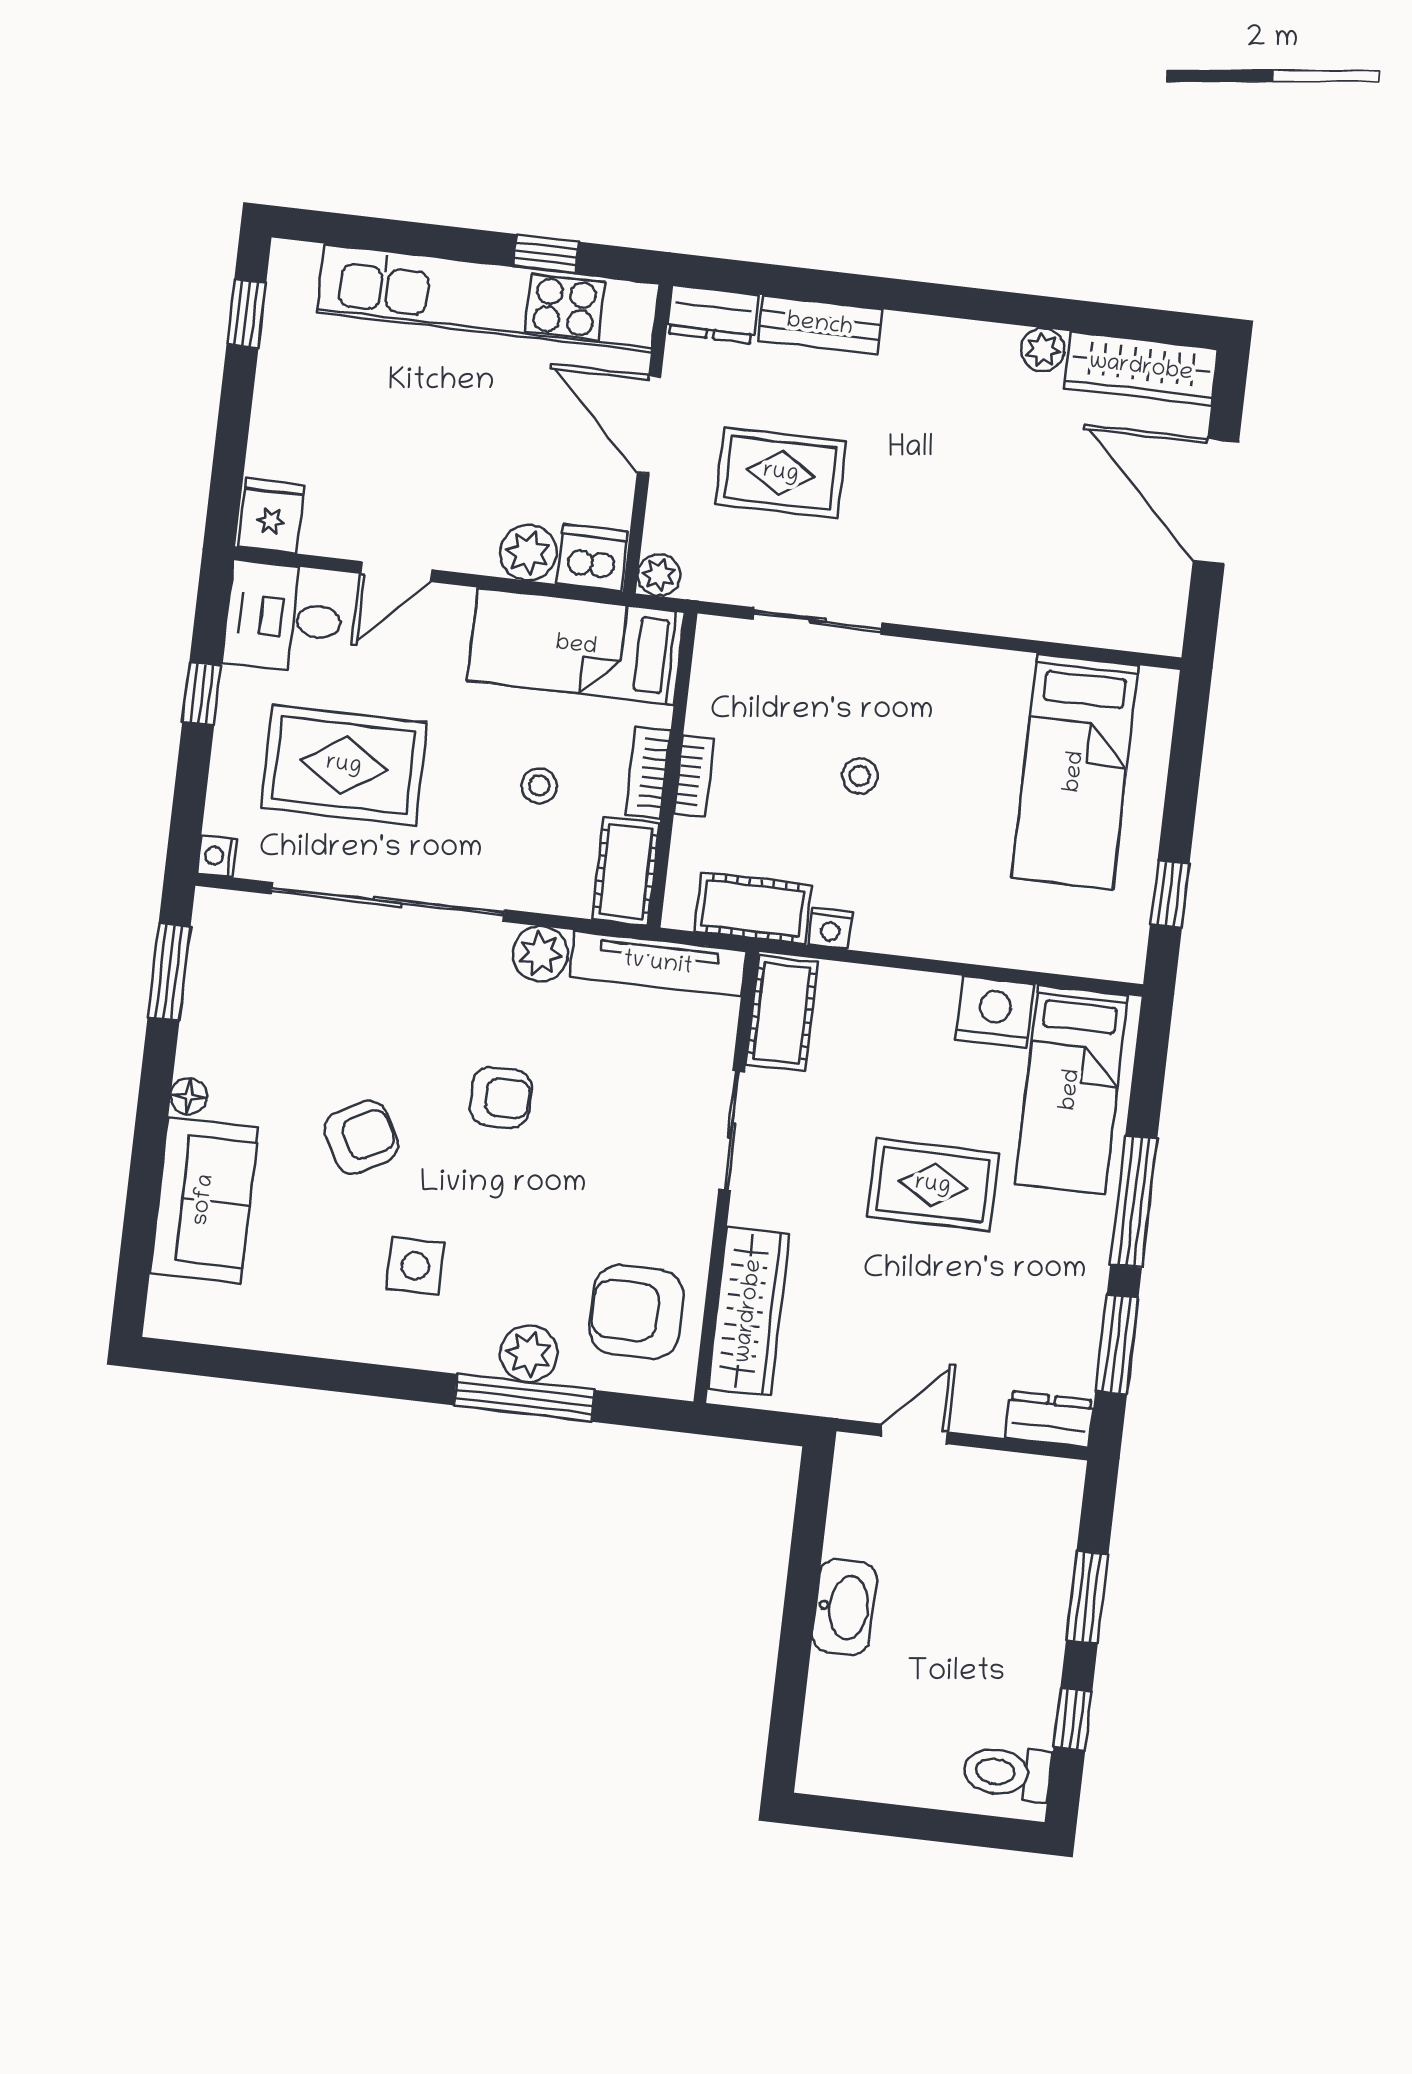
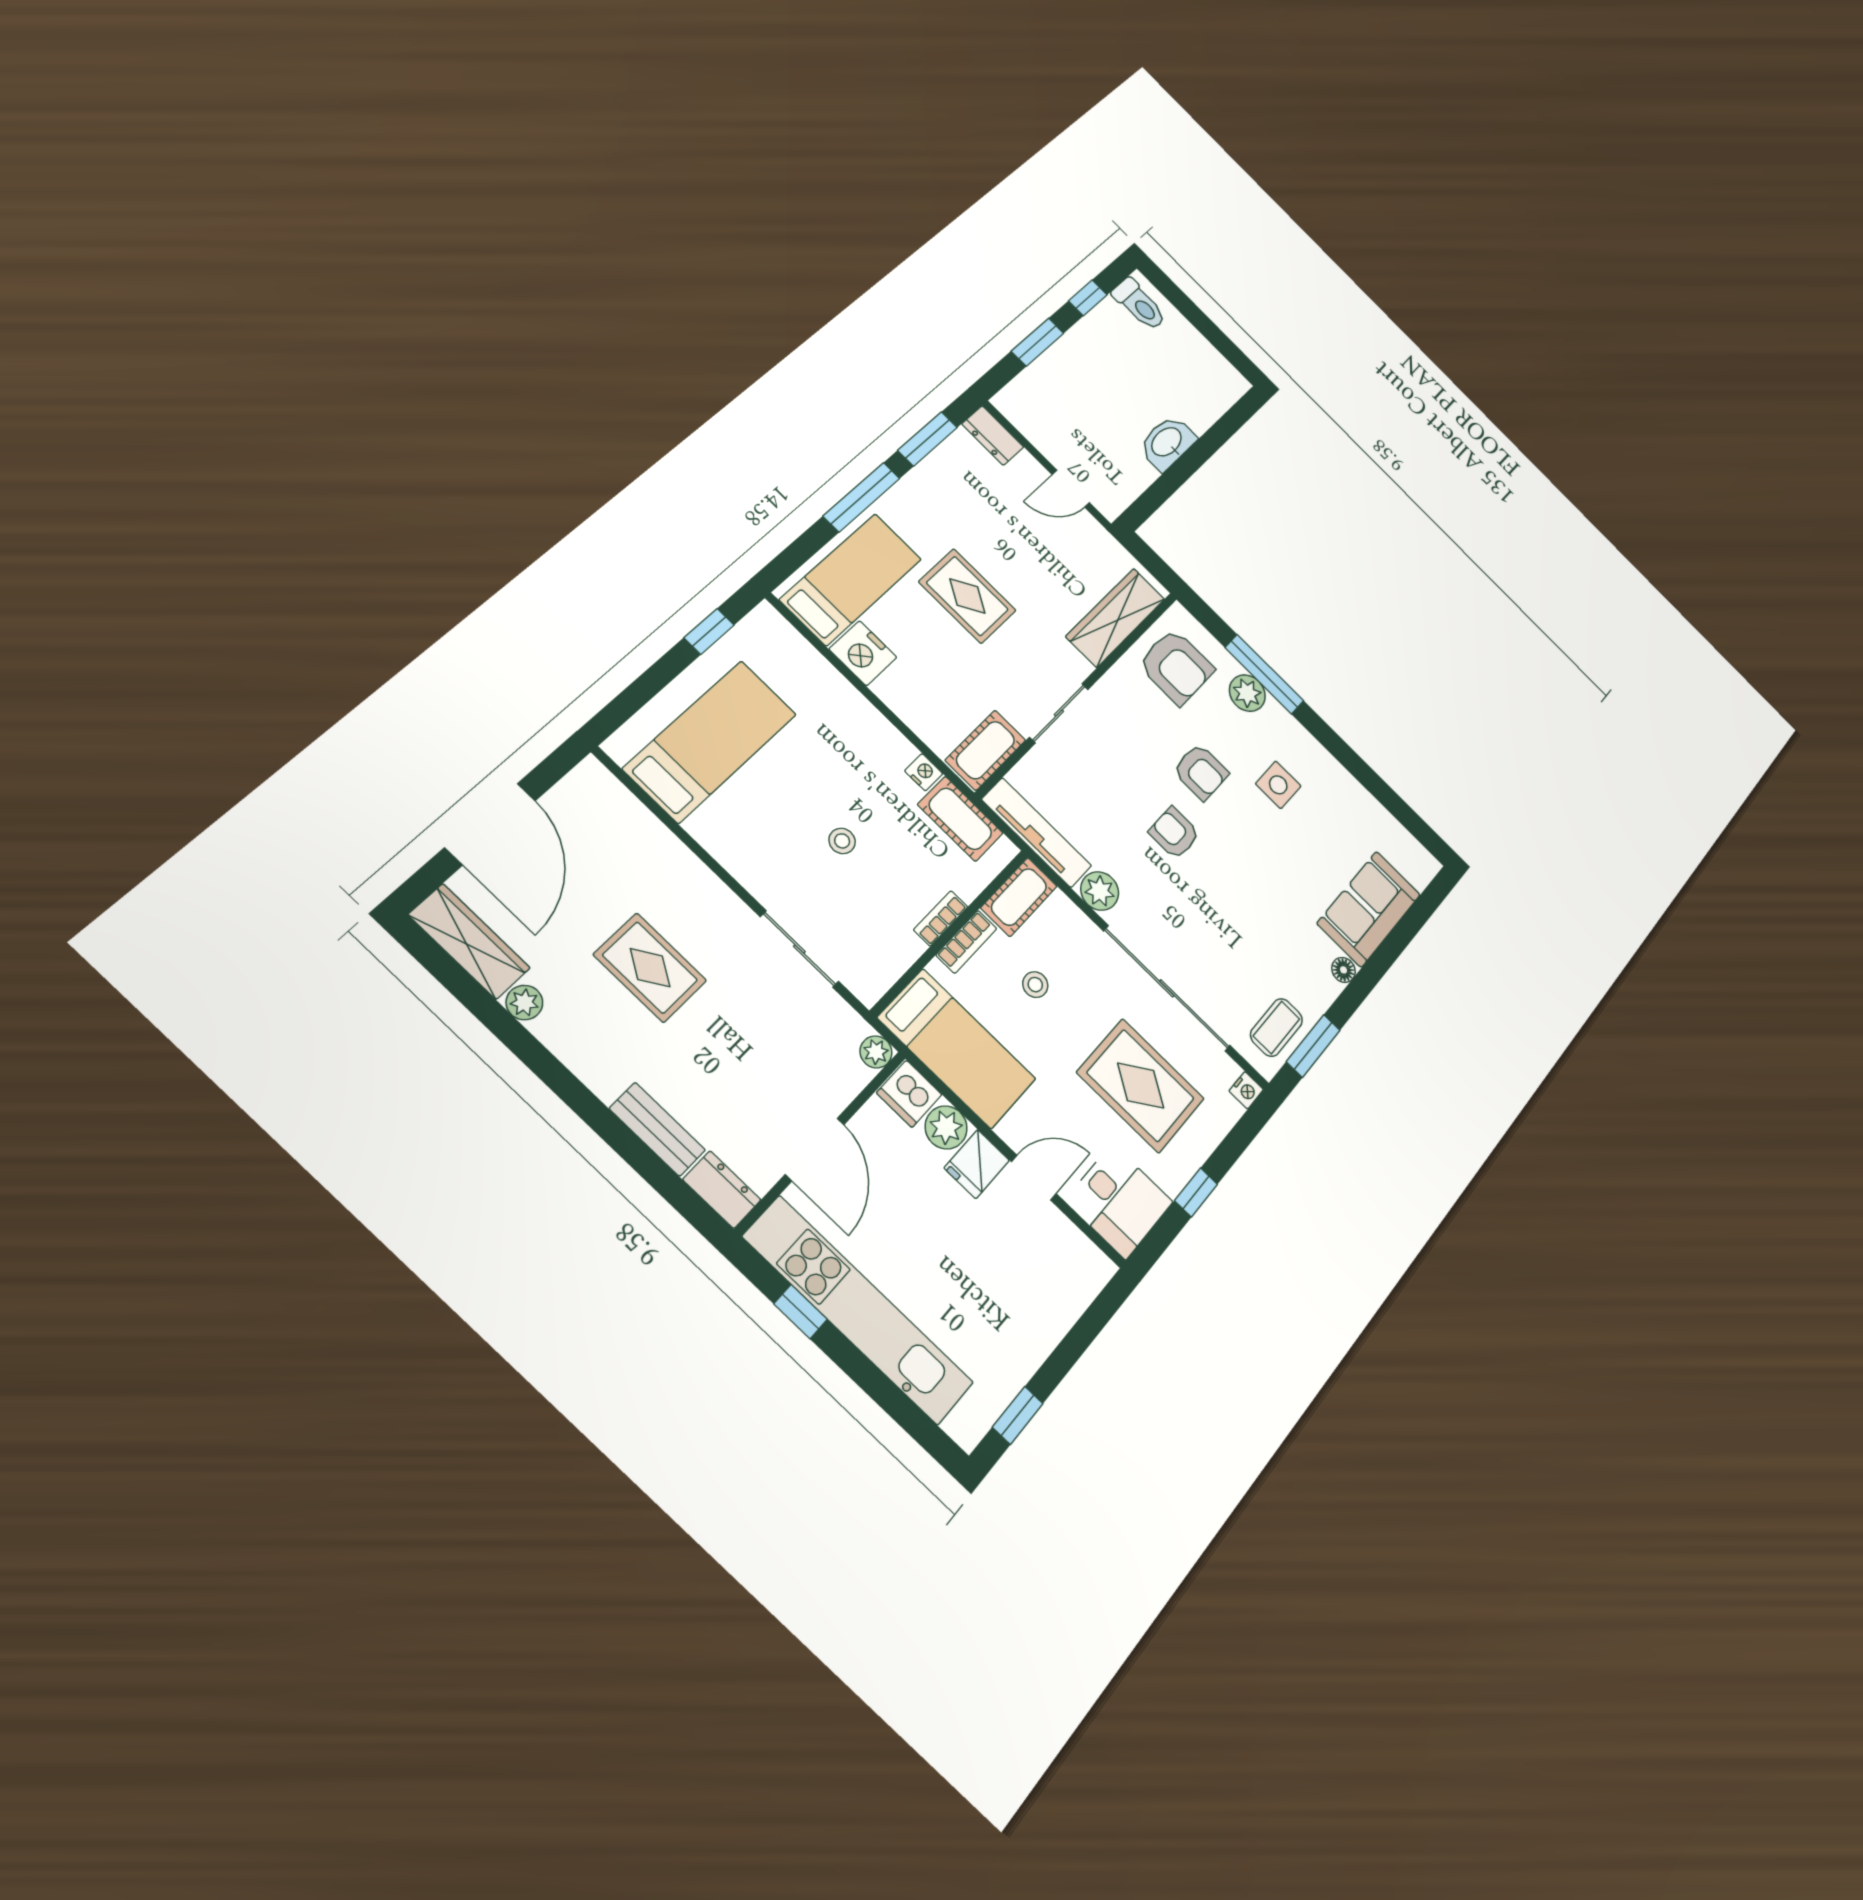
rug: (781, 473) -> (650, 968), moved
fridge: (271, 516) -> (977, 1164), moved
coffee table: (228, 959) -> (1276, 1027), added
armchair: (361, 1137) -> (1201, 772), moved, turned -152

